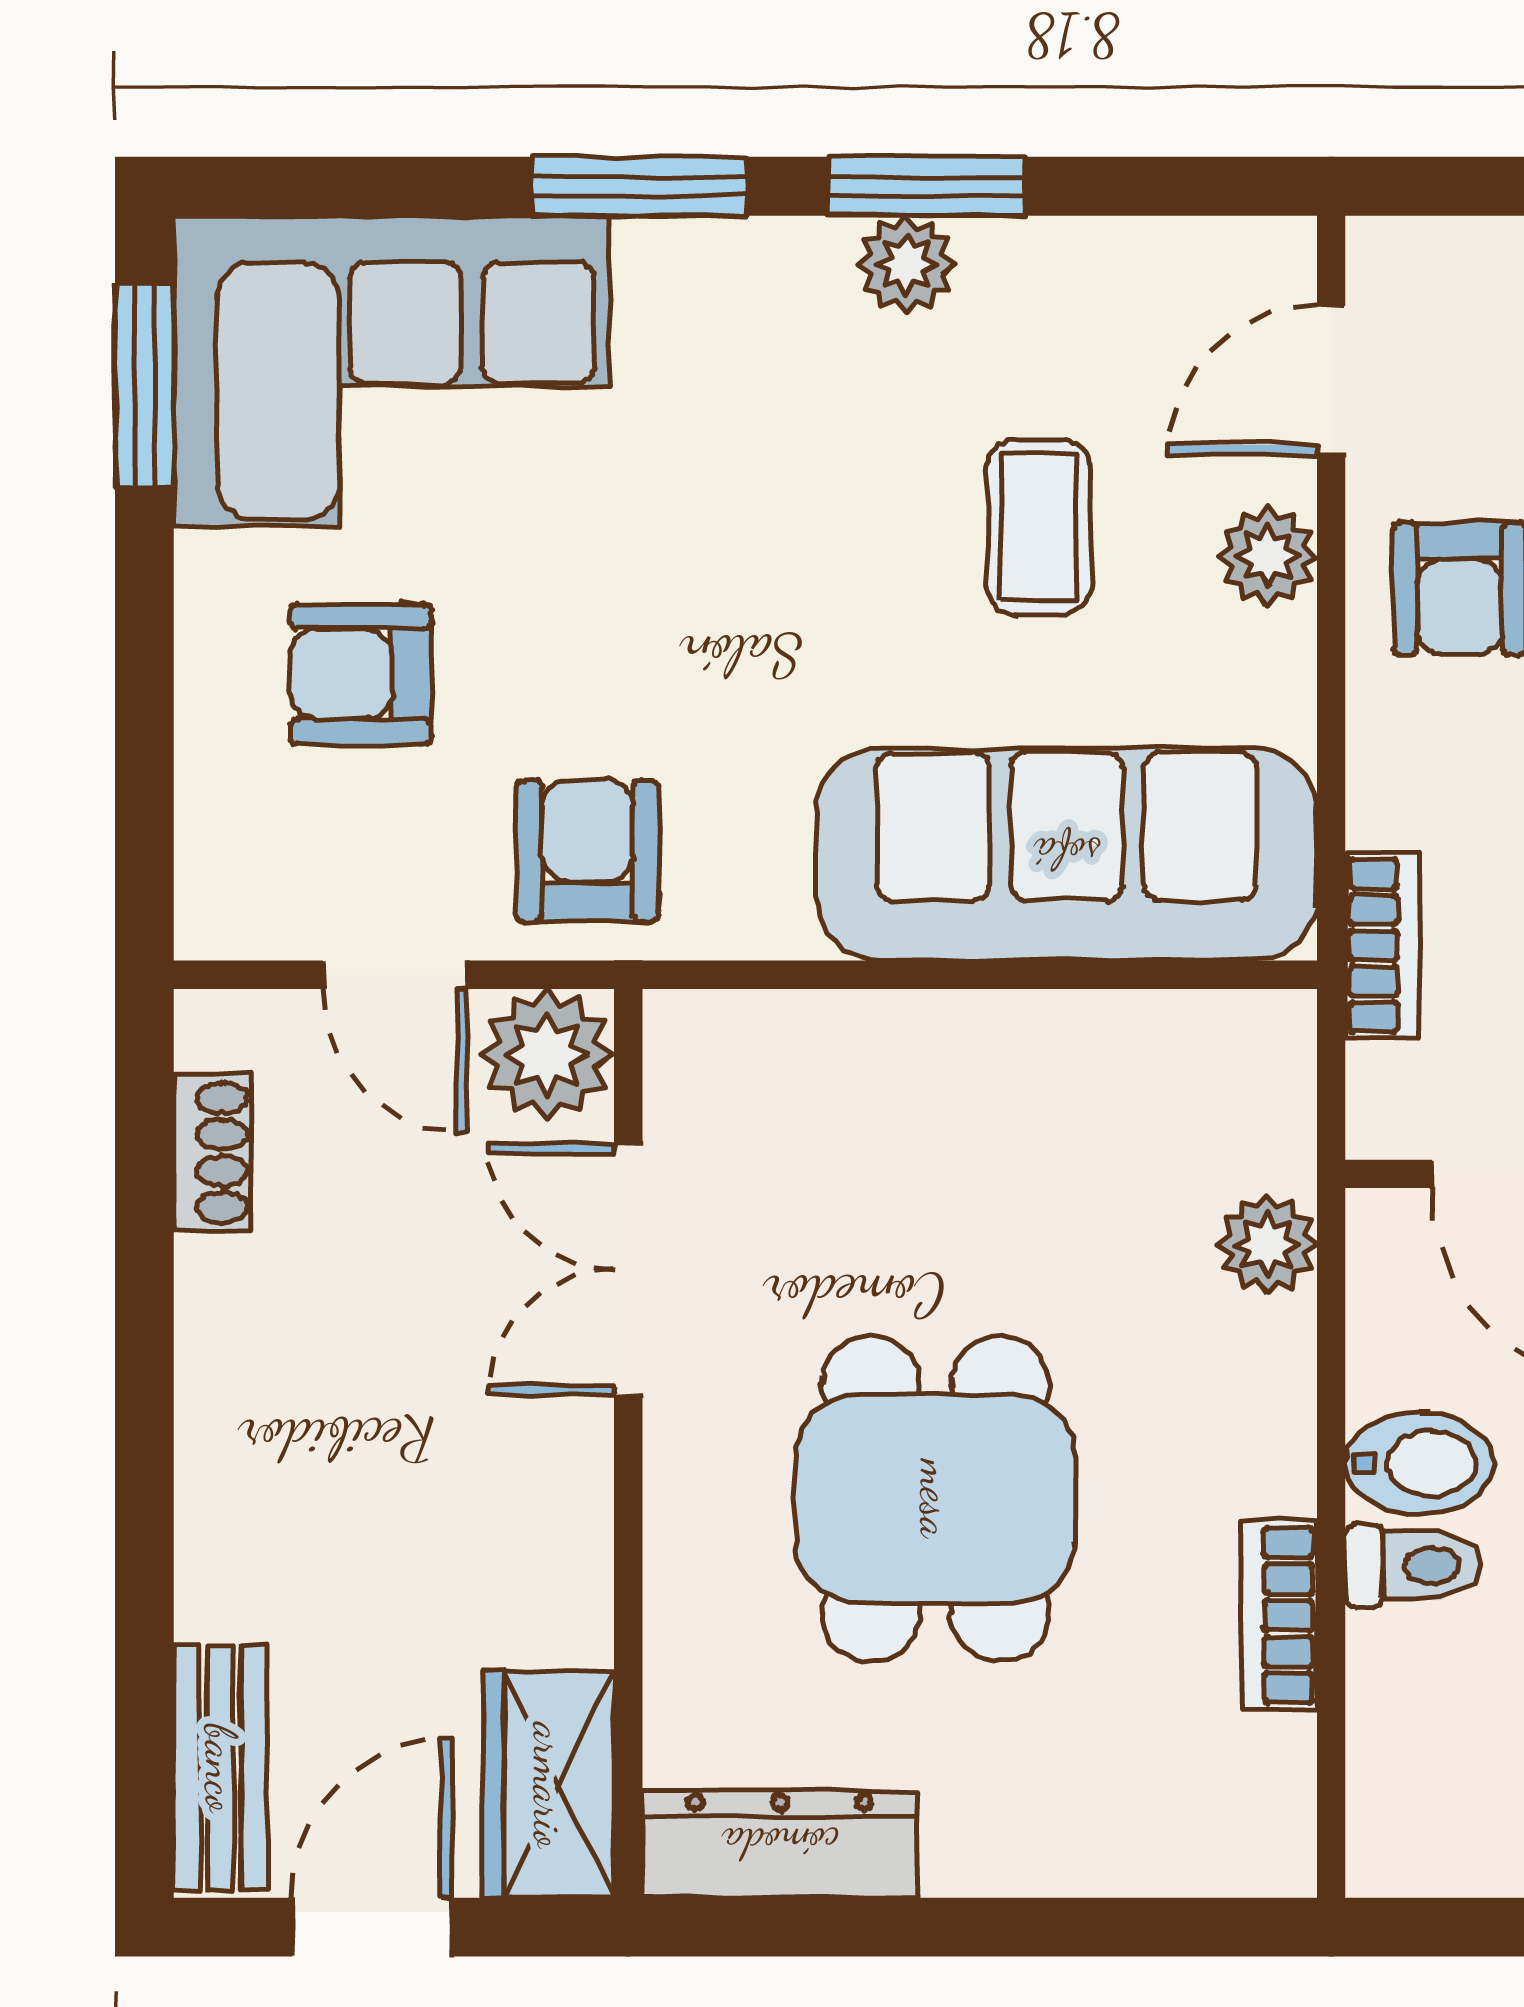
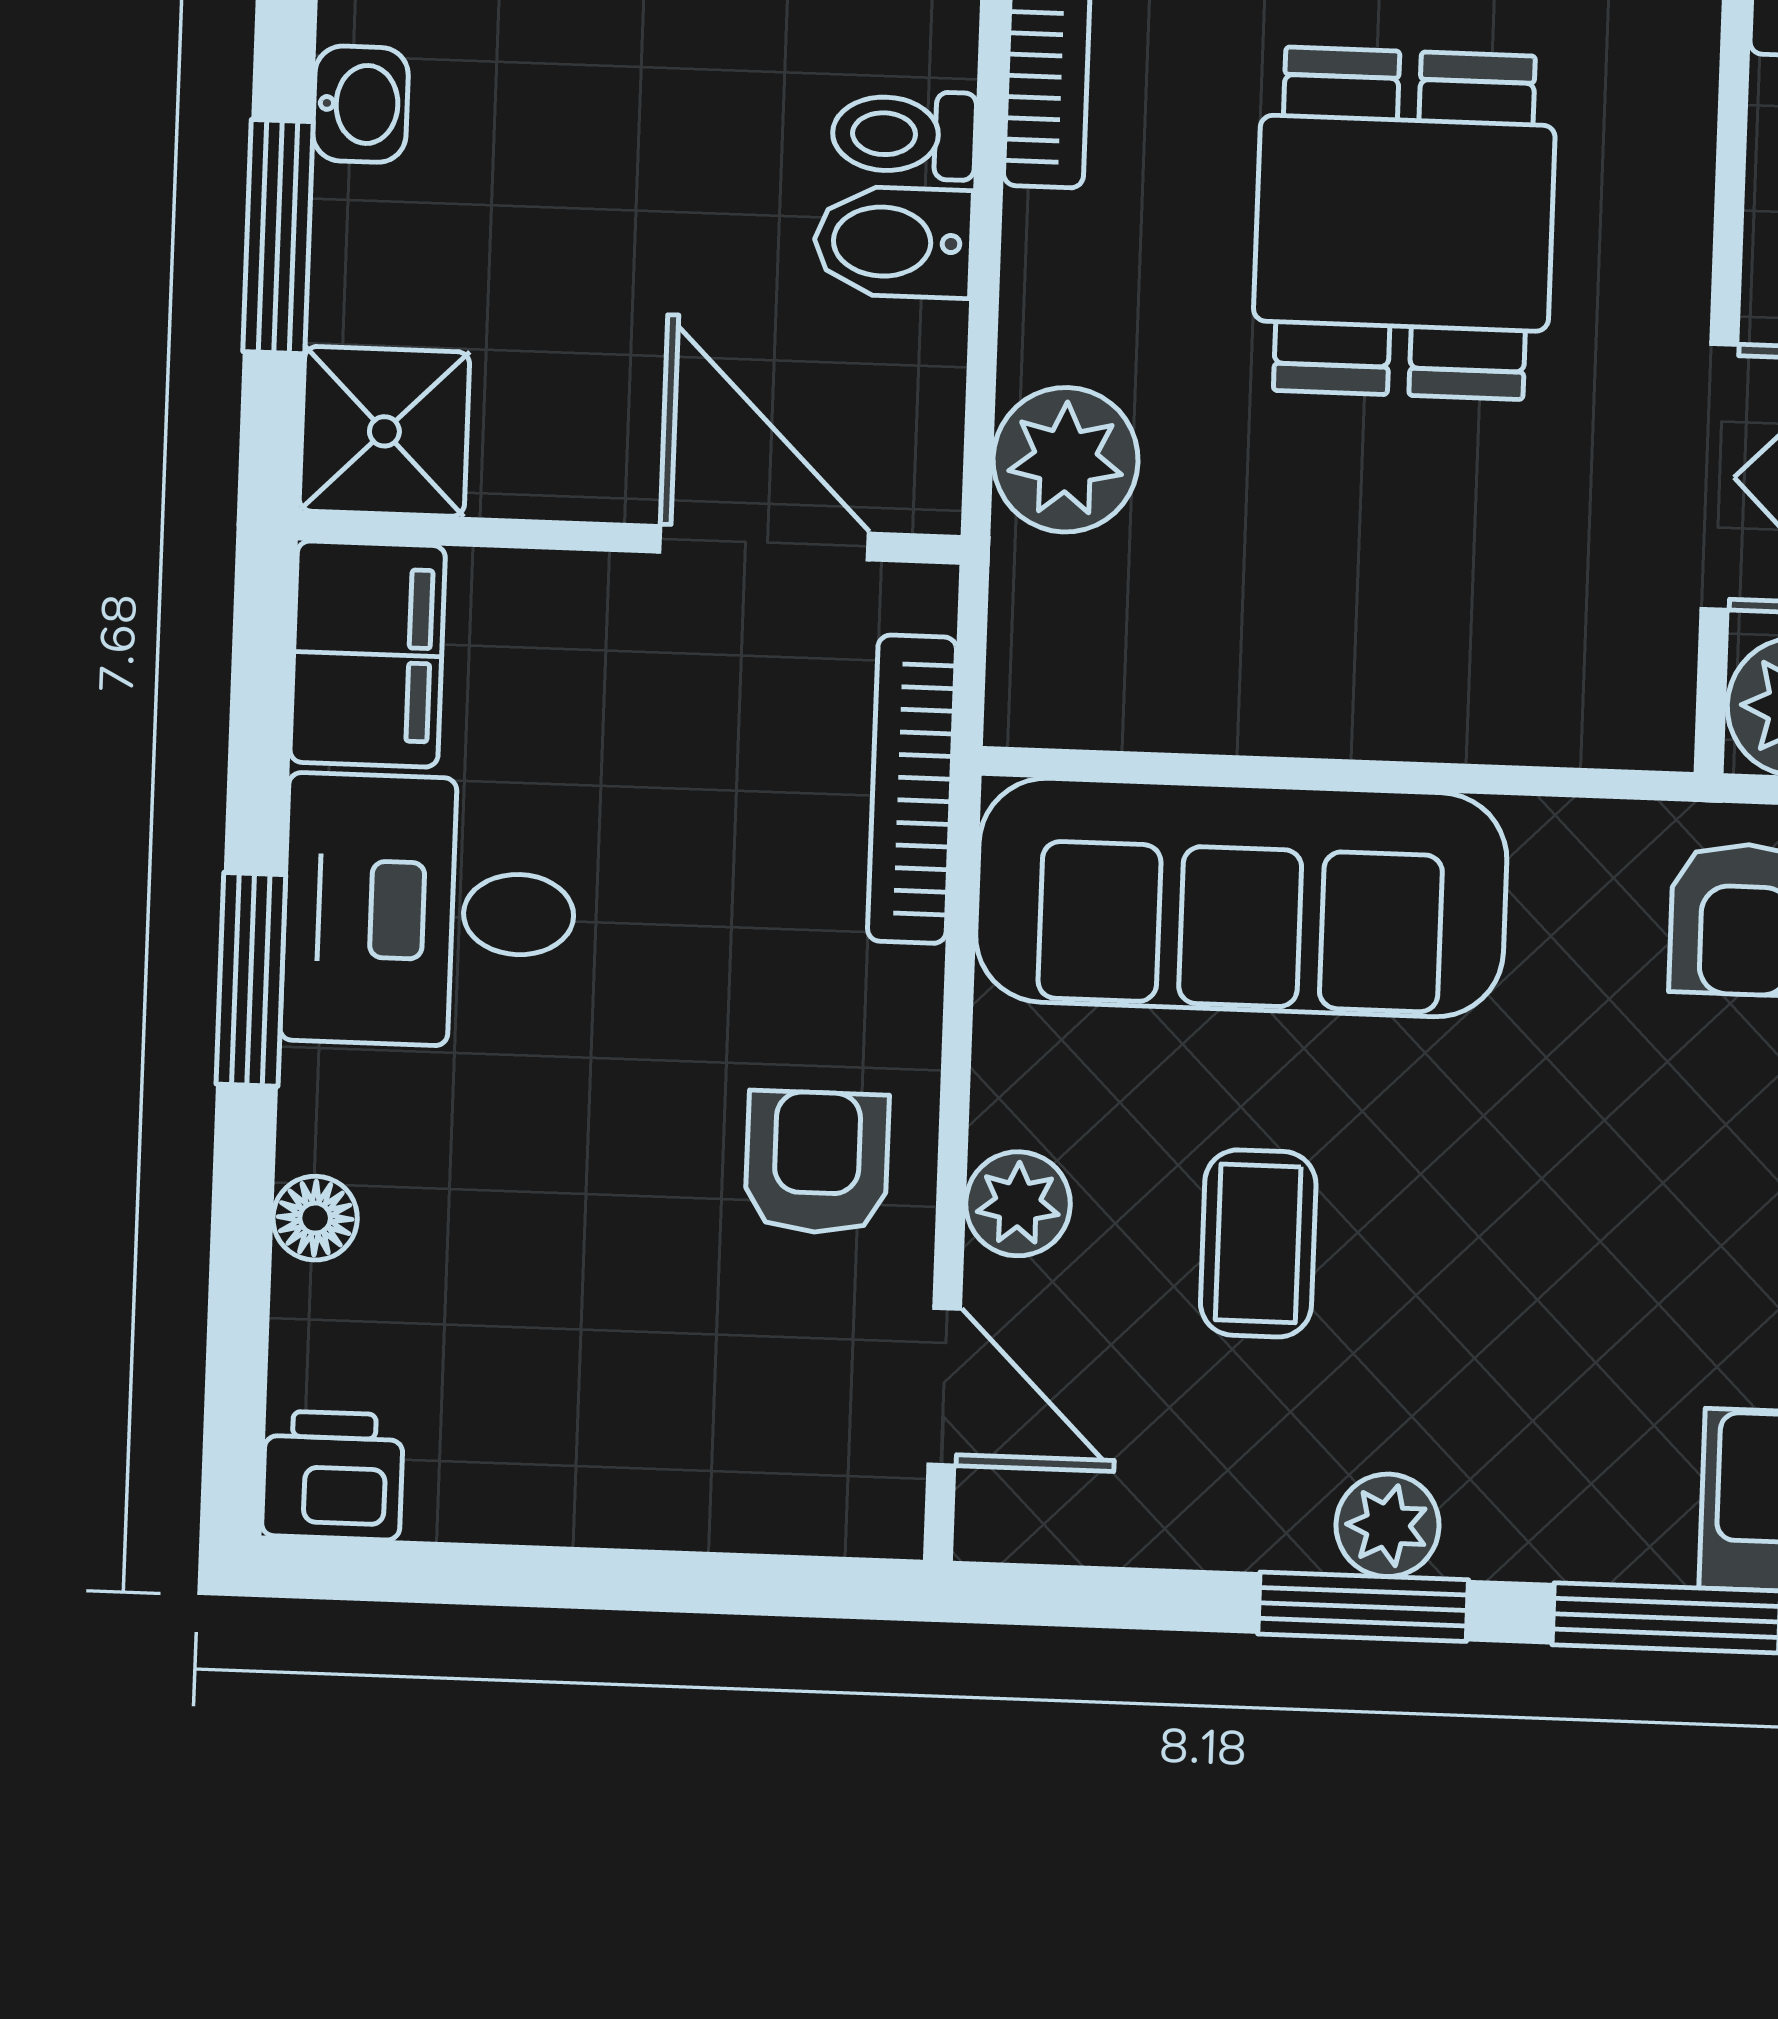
door: (1331, 380) -> (944, 1387), hinge flipped
bookcase: (1382, 945) -> (912, 789), width x1.56
plant: (1267, 1244) -> (1066, 460), width x1.38, depth x1.38

